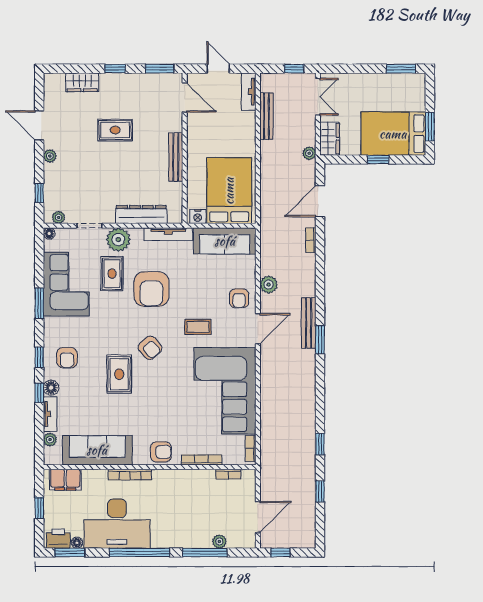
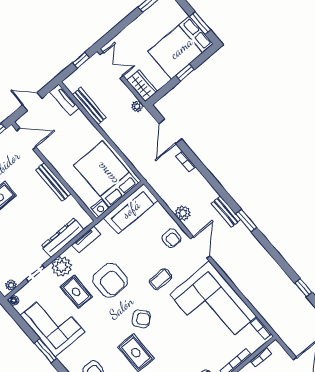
tv unit: (168, 234) -> (86, 240), width x0.71
bench: (309, 323) -> (226, 212), width x0.73

